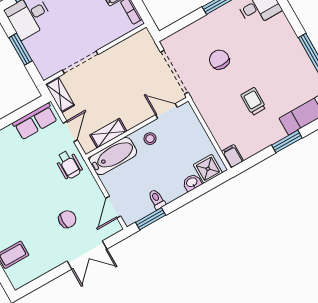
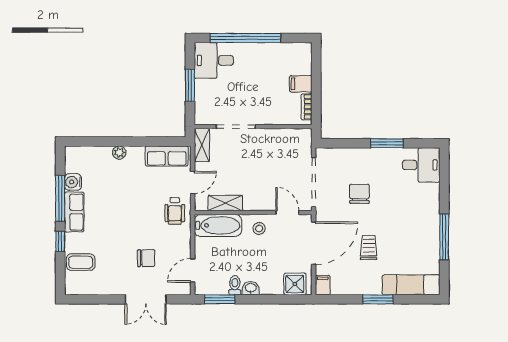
door: (204, 125) -> (314, 243), added
washbasin: (192, 183) -> (251, 288), moved

